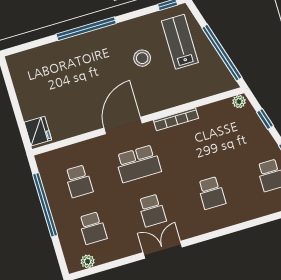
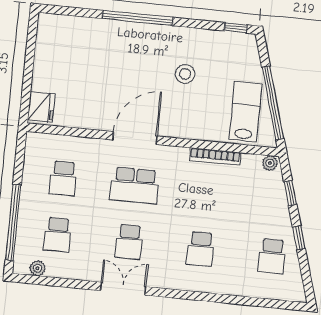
lab bench: (180, 42) -> (245, 112), moved
bookcase: (176, 119) -> (215, 156), moved
window: (45, 205) -> (13, 223), moved

